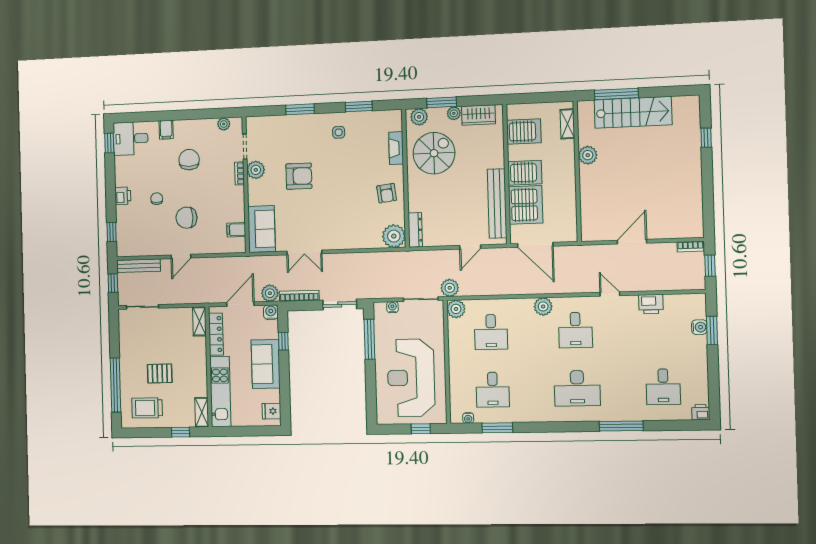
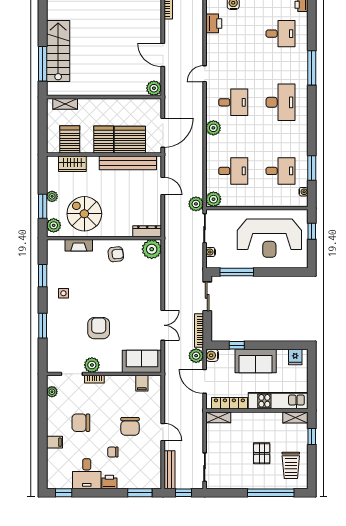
wardrobe: (478, 115) -> (72, 164), moved, turned 90
desk: (131, 139) -> (87, 474), moved
plant: (588, 155) -> (154, 88), moved
window: (112, 232) -> (140, 493), width x1.50
printer: (651, 304) -> (214, 23), moved

